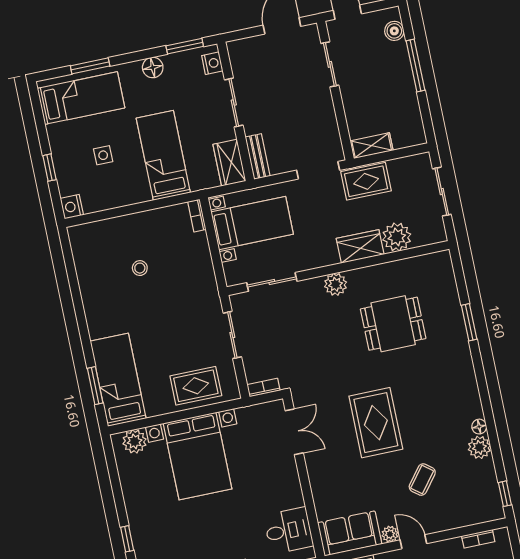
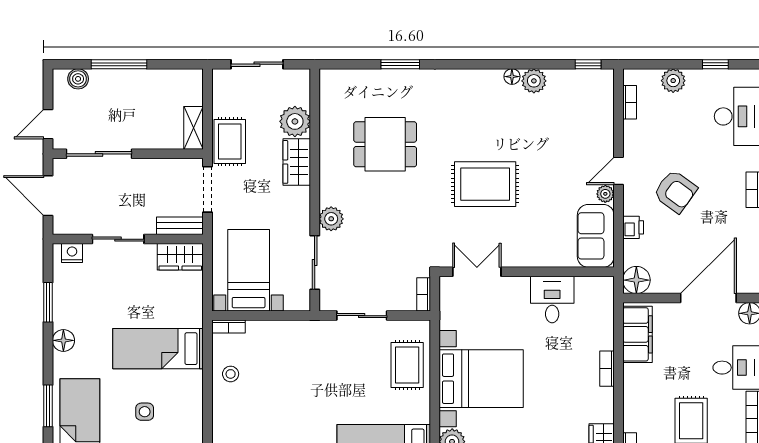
nightstand: (212, 63) -> (72, 253), moved
sliding door: (330, 64) -> (99, 154), width x1.37
sliding door: (234, 103) -> (118, 239), moved
wall: (236, 111) -> (128, 239), moved
bench: (258, 157) -> (180, 226), moved
wardrobe: (229, 163) -> (180, 257), moved
stool: (140, 268) -> (231, 374), moved
plant: (336, 284) -> (331, 219), moved
dining table: (393, 324) -> (385, 144), turned 90
coffee table: (422, 480) -> (555, 148), removed
desk: (288, 531) -> (552, 300), moved

